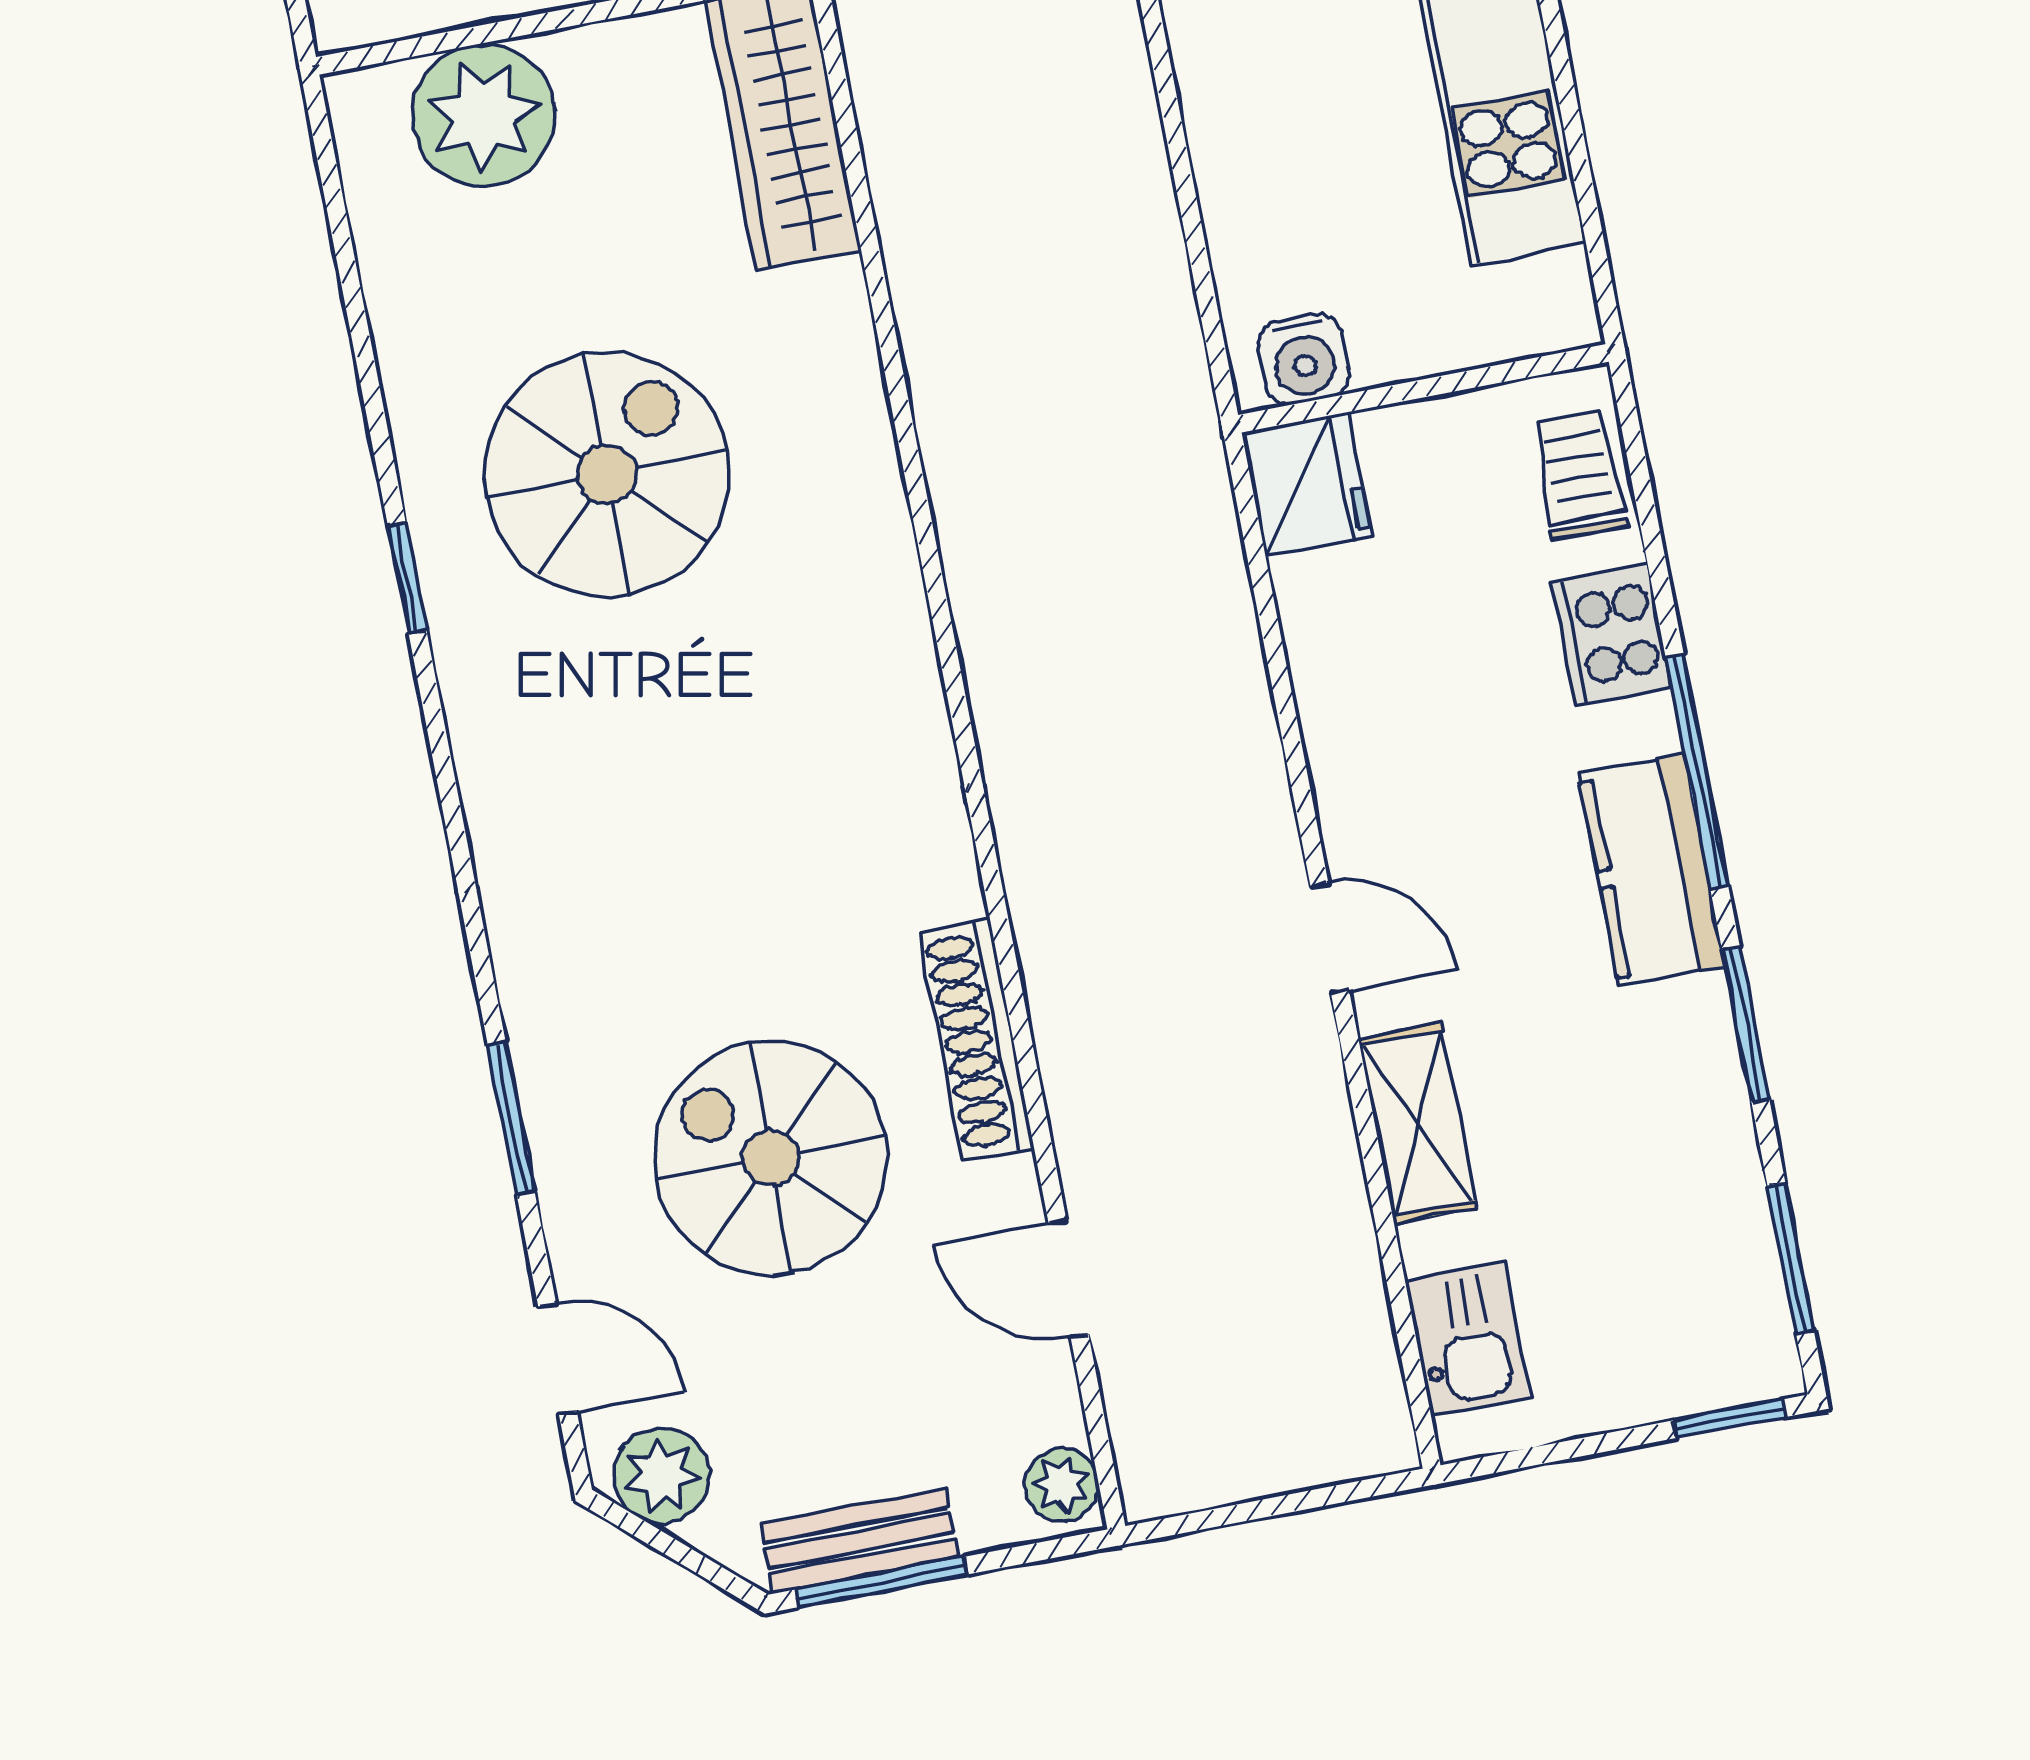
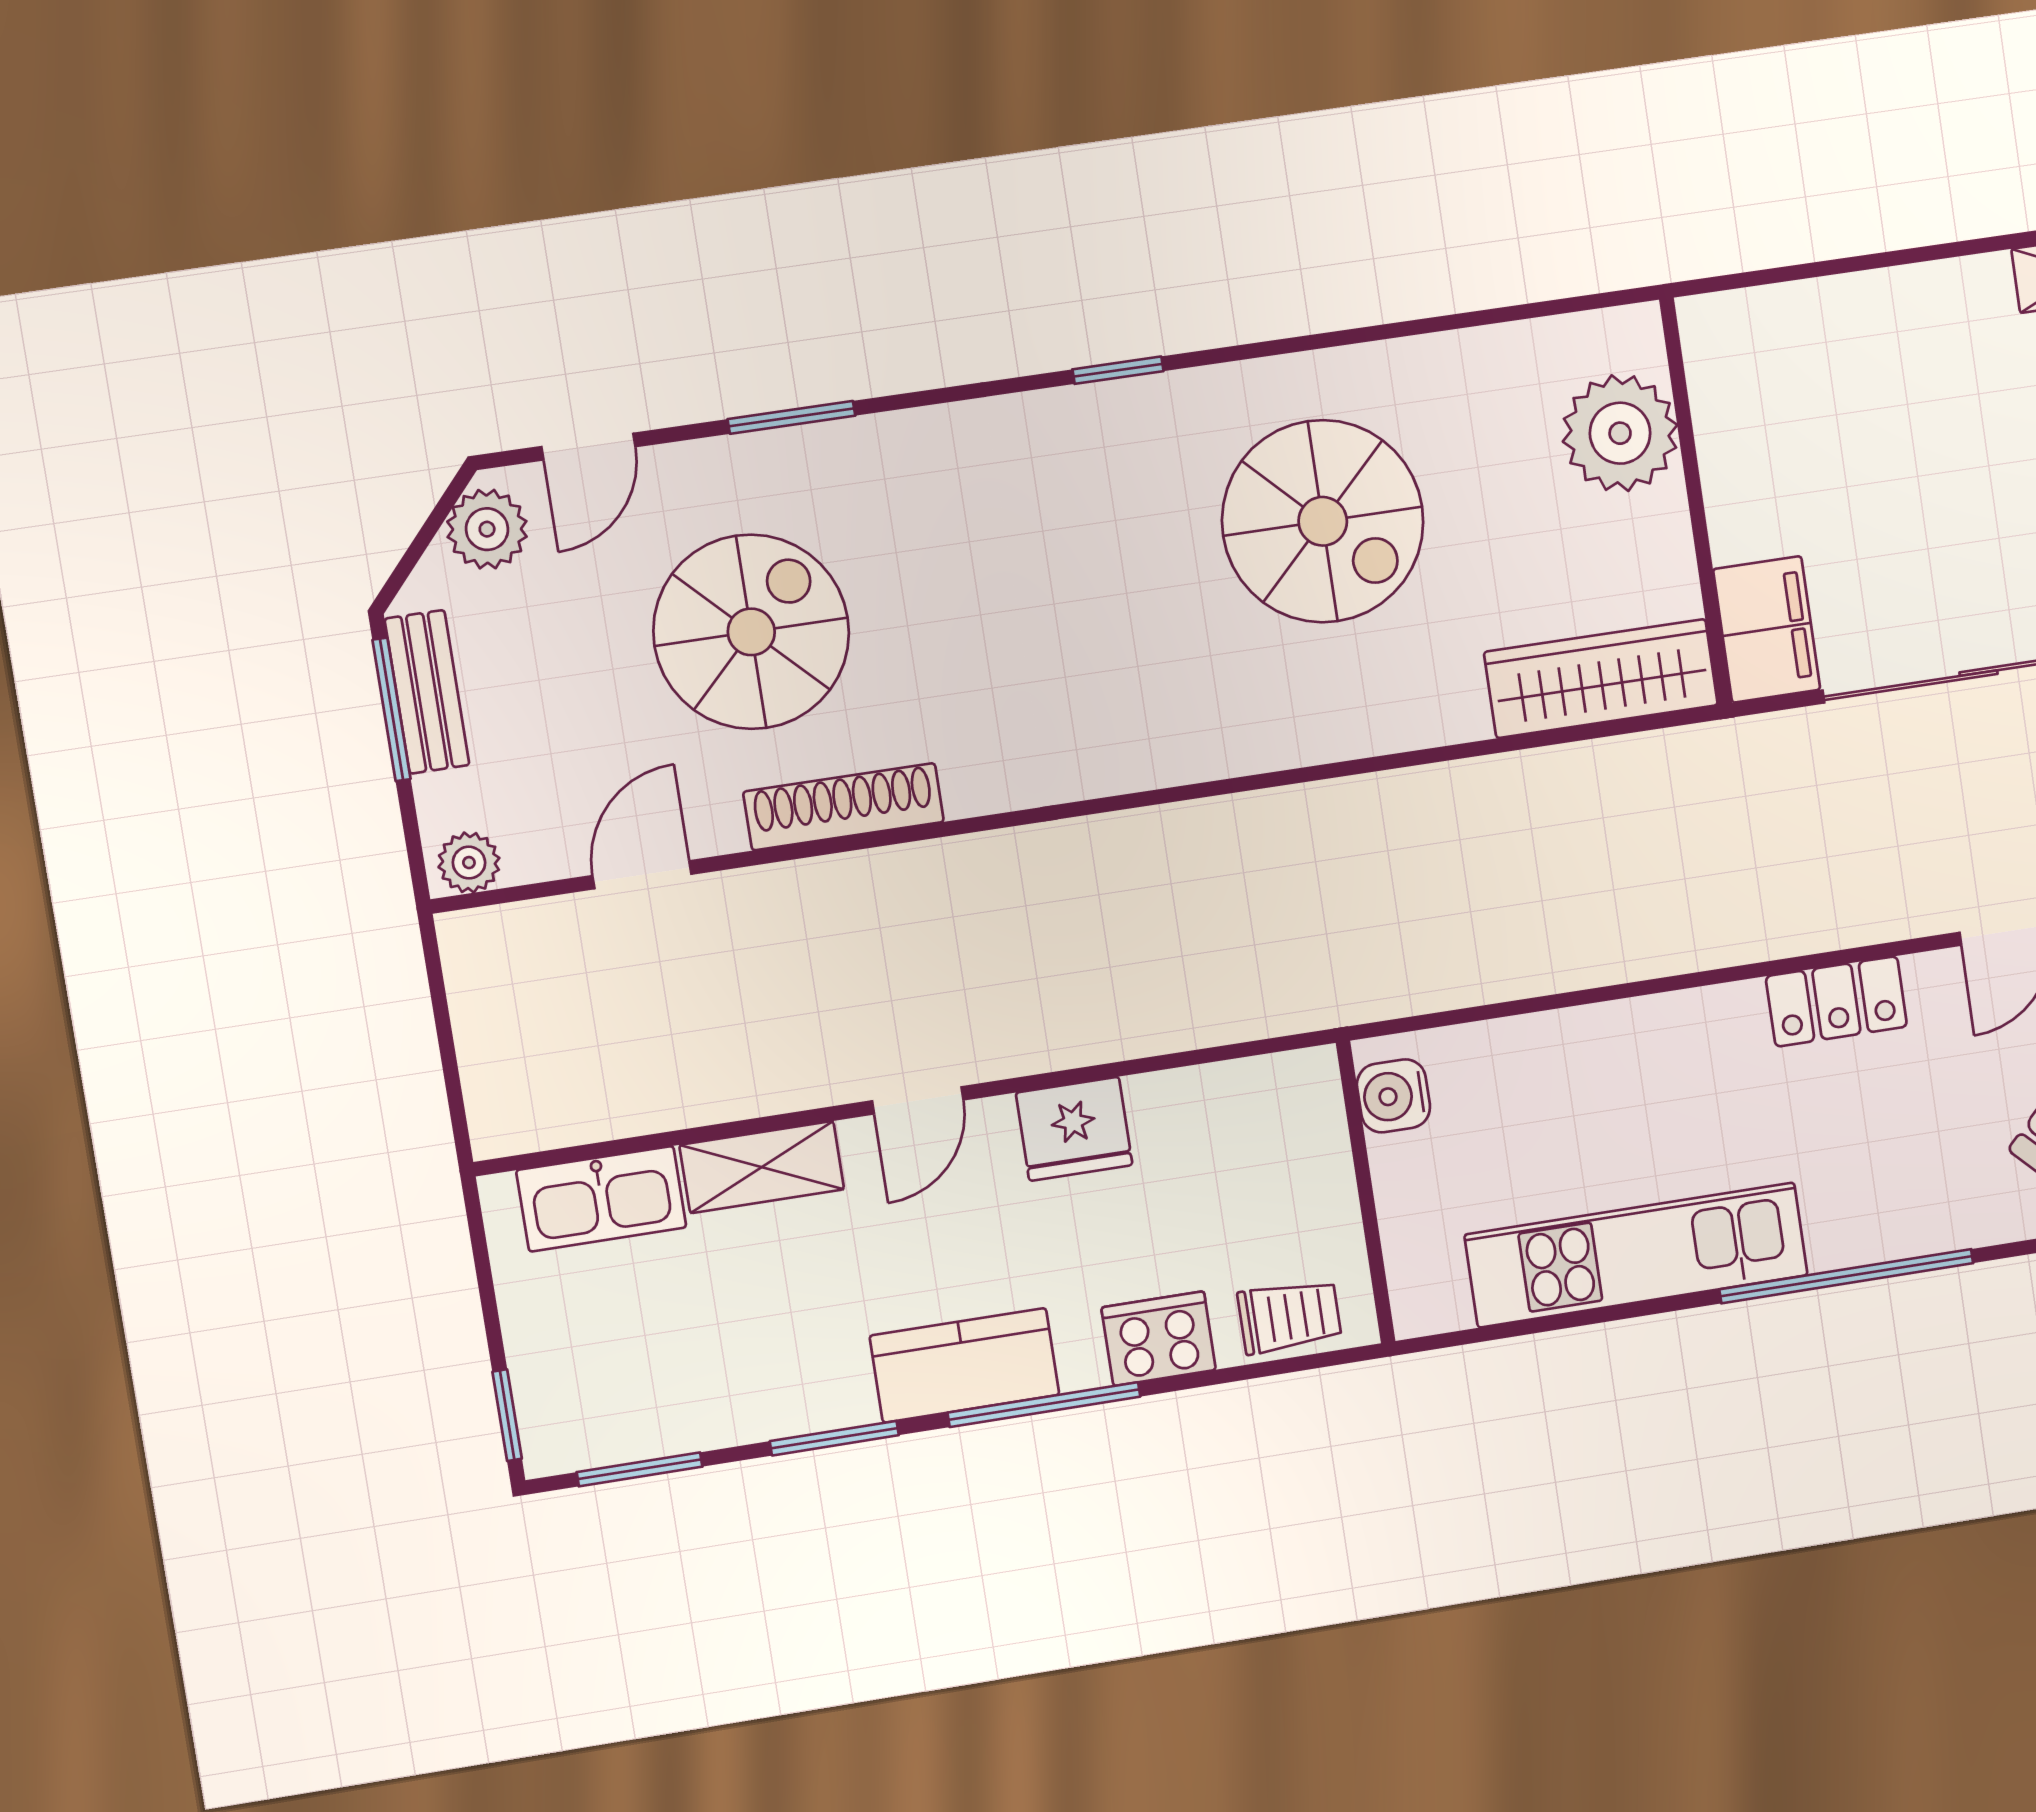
fridge: (1307, 485) -> (1074, 1129), moved
window: (407, 578) -> (1118, 370), moved
kitchen sink: (1467, 1340) -> (601, 1199), width x1.38

